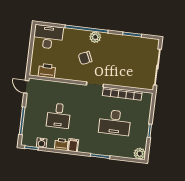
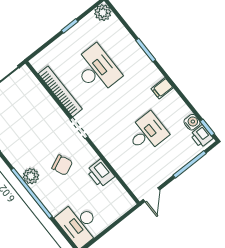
printer: (47, 71) -> (100, 173), moved
printer: (61, 144) -> (201, 136), moved

